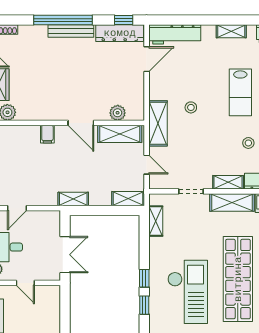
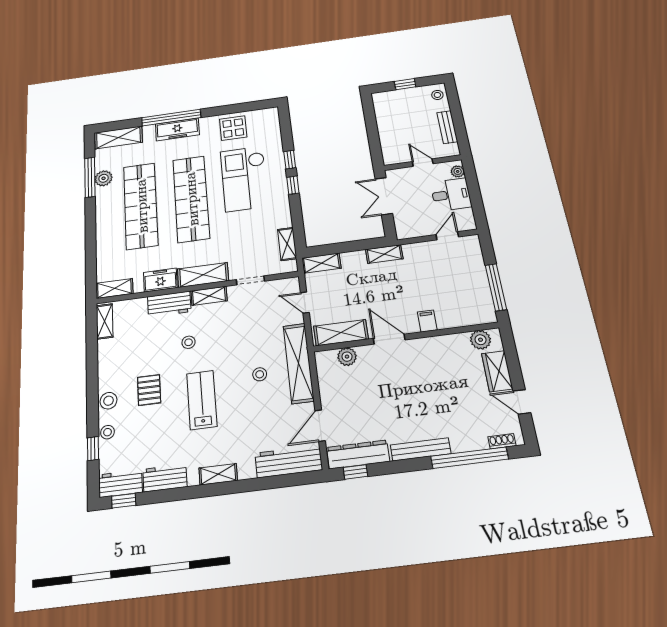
window: (63, 20) -> (470, 458), moved
shelving: (158, 123) -> (298, 363), width x1.47

